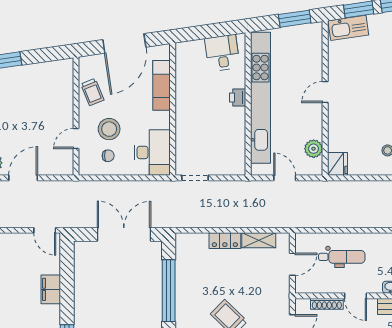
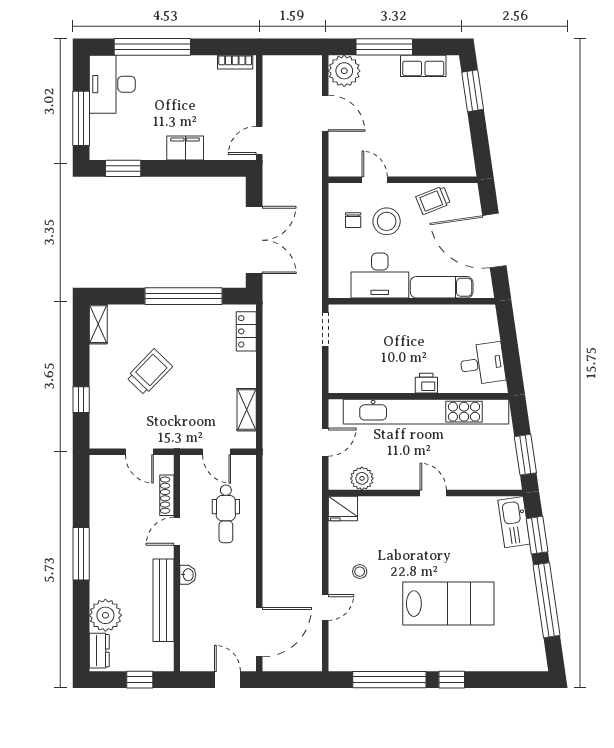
desk: (152, 152) -> (380, 276), moved
locker: (225, 241) -> (246, 331), moved

